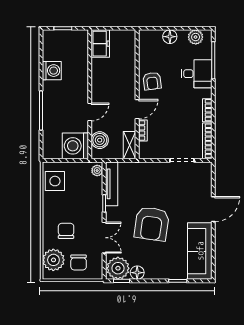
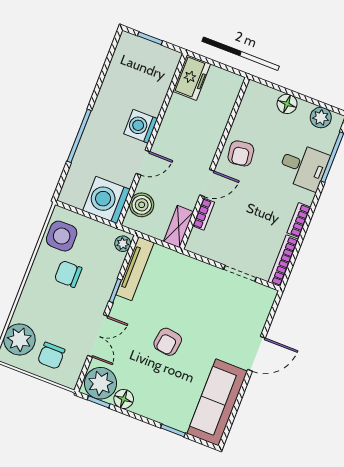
washing machine: (52, 71) -> (141, 126), moved, turned 180
armchair: (152, 224) -> (168, 342), width x0.53, depth x0.53
chair: (66, 231) -> (68, 274), moved, turned -90

